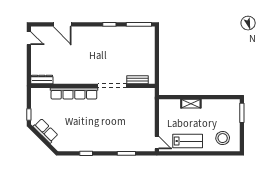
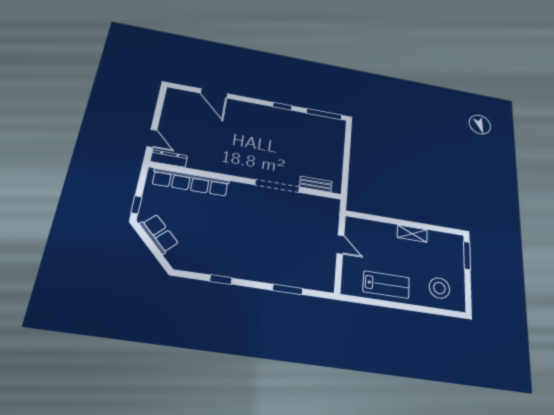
door: (29, 38) -> (152, 138), moved
row of seats: (74, 93) -> (191, 182), moved
shelving: (191, 104) -> (412, 234), moved
door: (157, 143) -> (340, 245), moved

